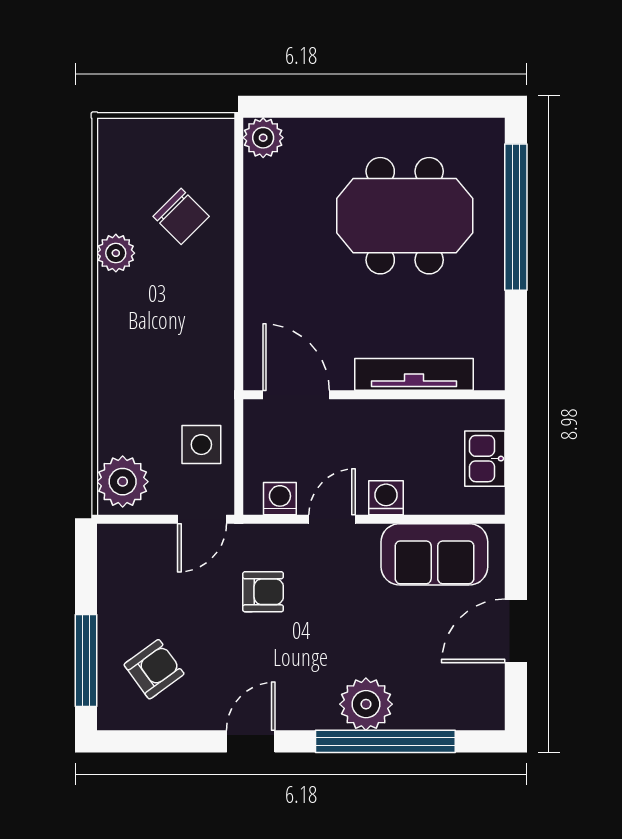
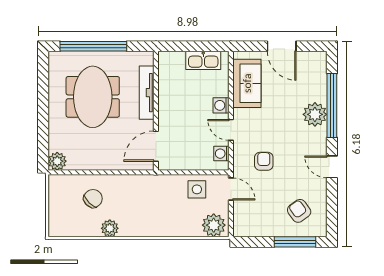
tv unit: (414, 374) -> (147, 93), moved
door: (296, 395) -> (156, 146), moved
wall: (374, 395) -> (156, 111), moved
kitchen sink: (485, 459) -> (203, 60), width x1.38

